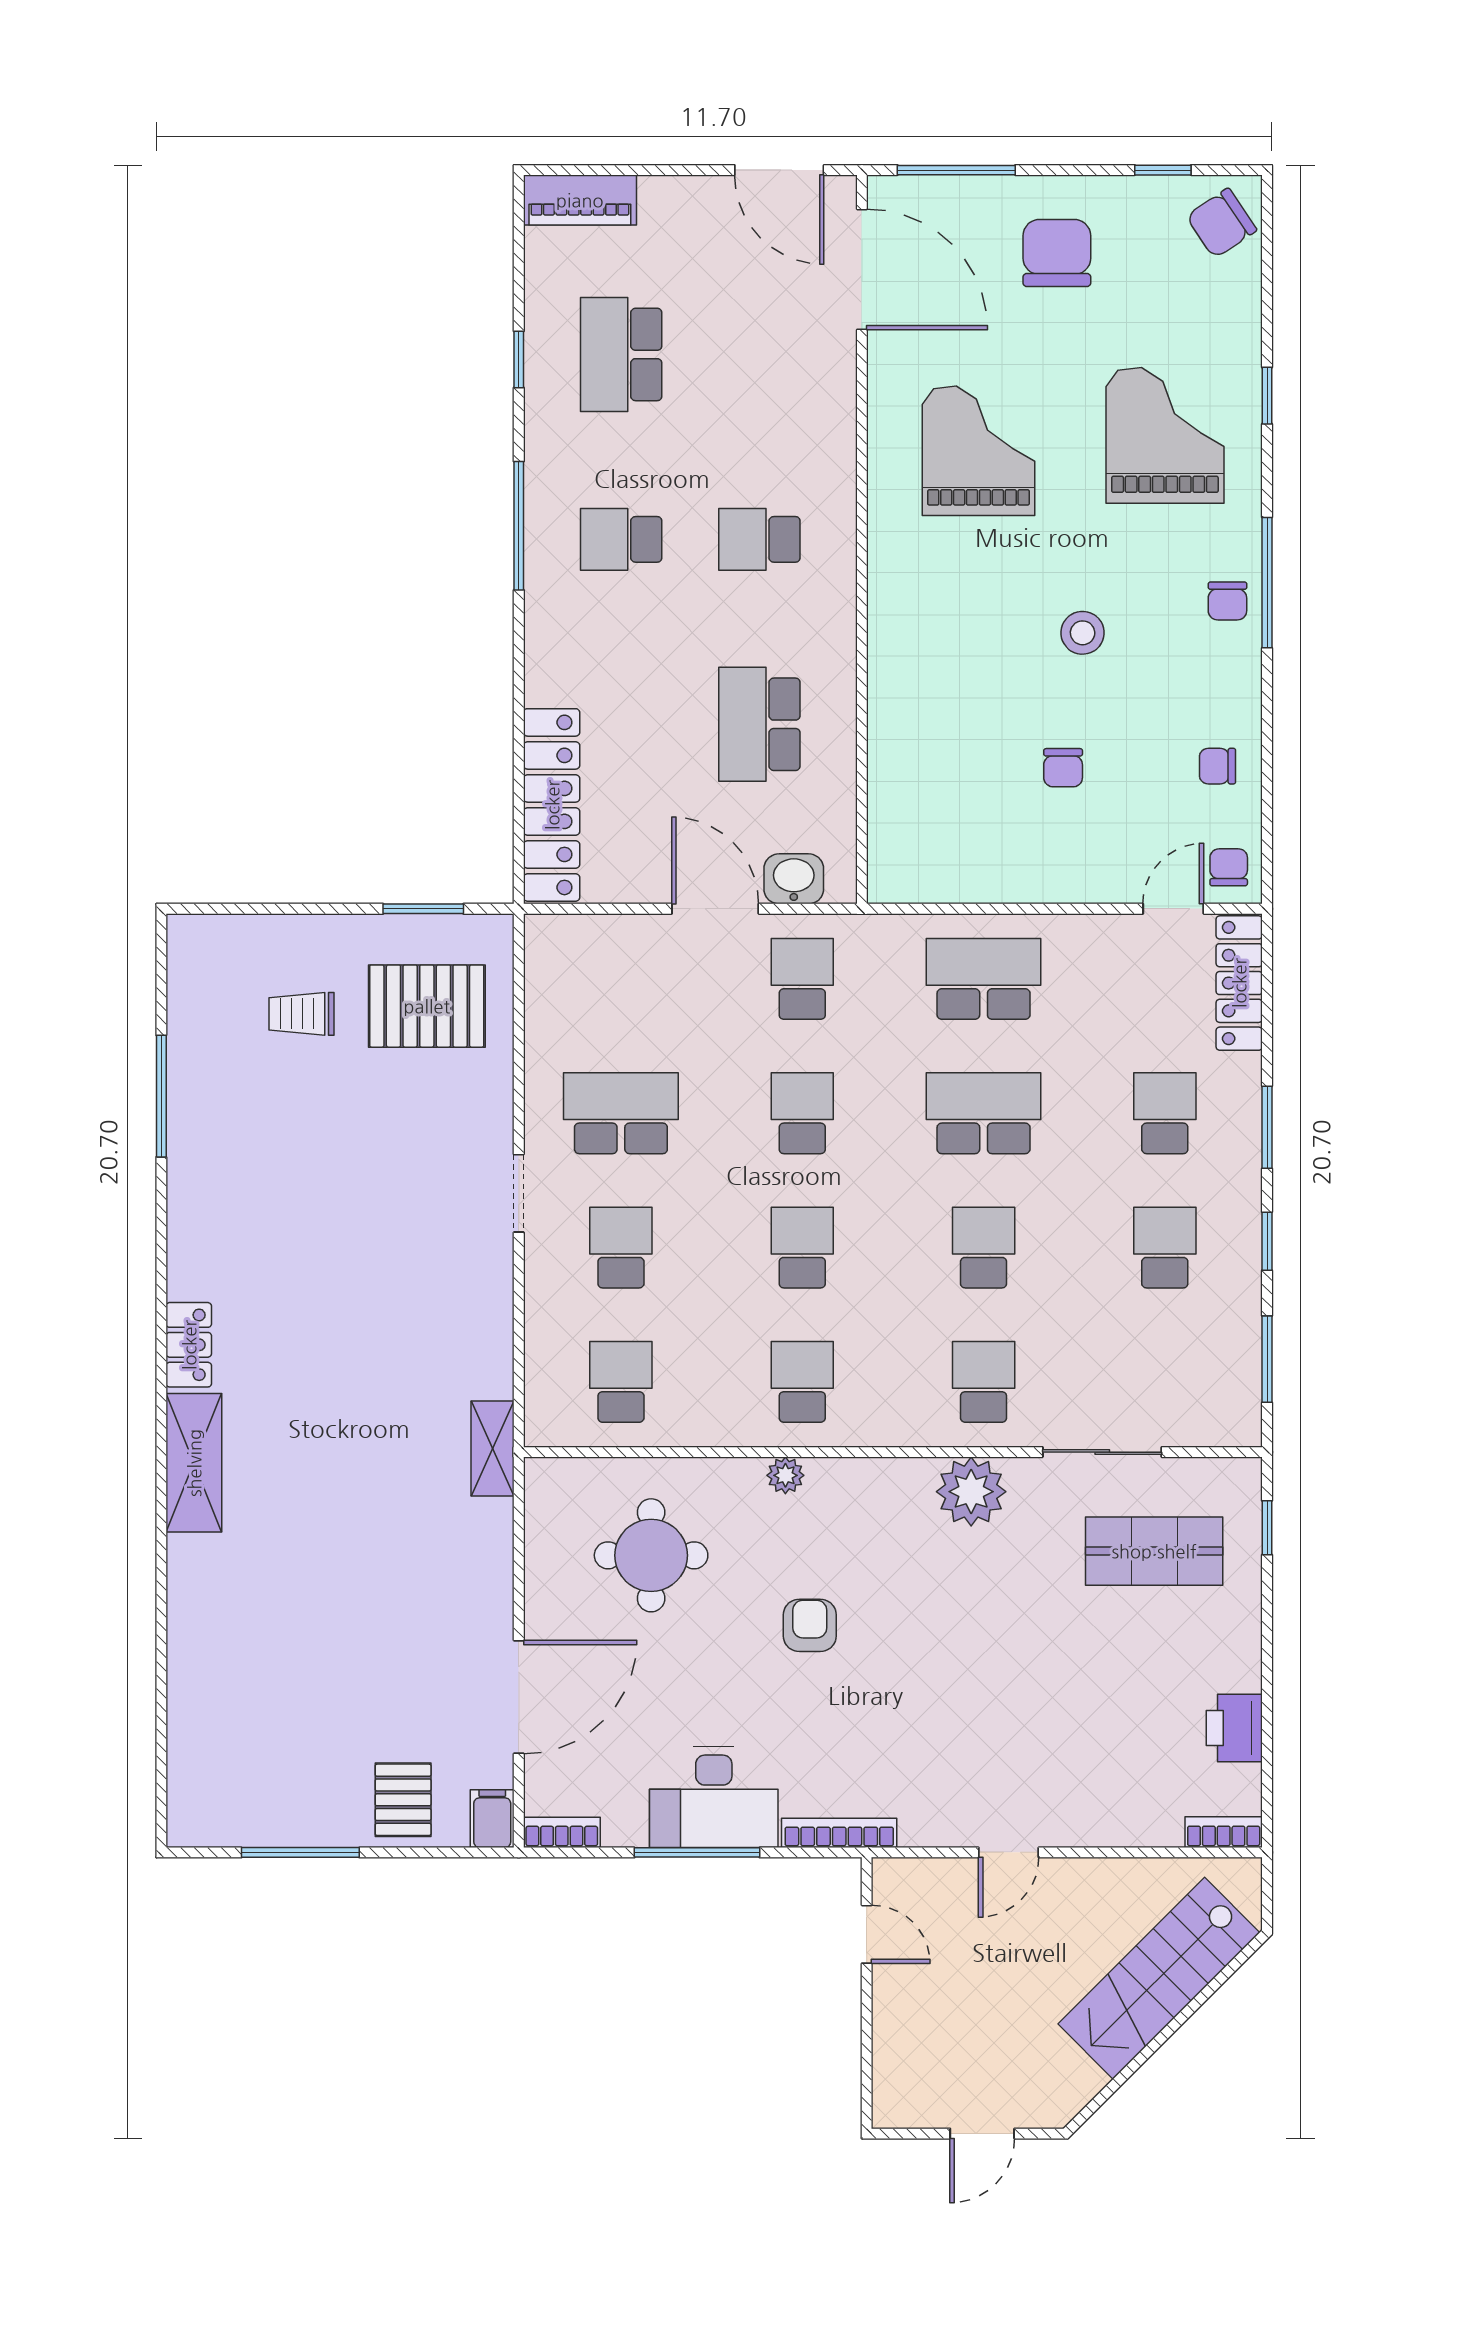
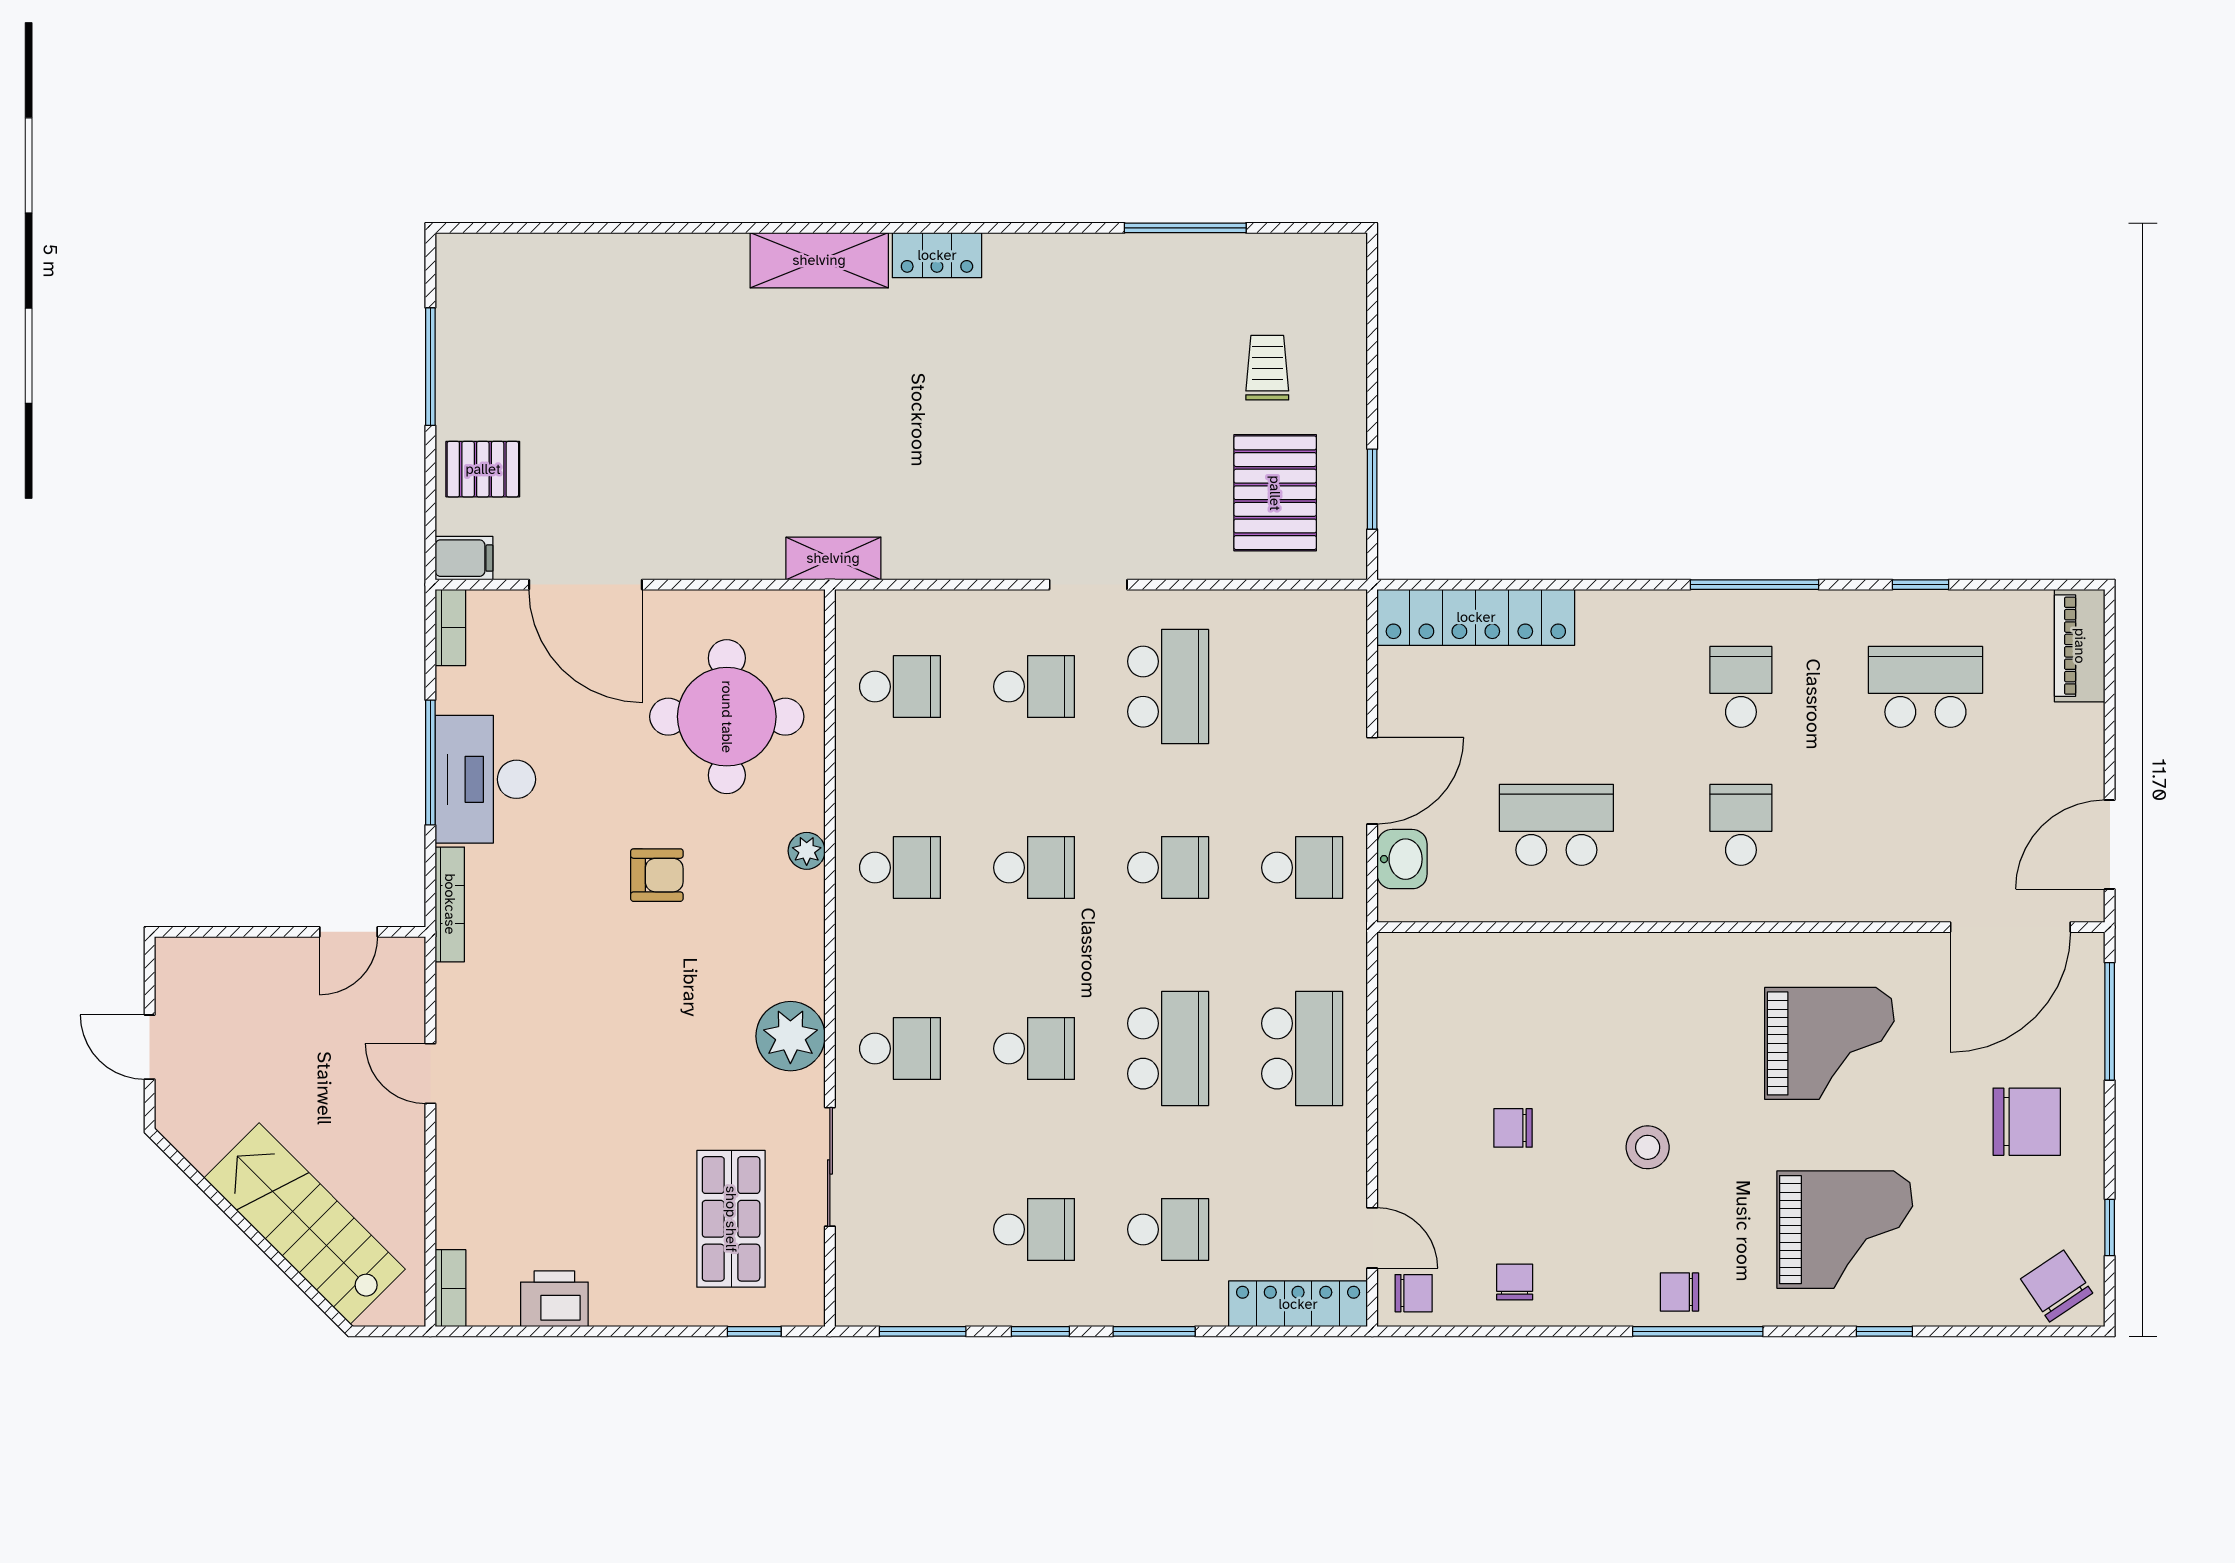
round table: (651, 1555) -> (727, 717), width x1.36, depth x1.36

